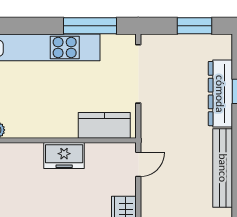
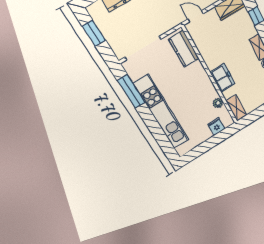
freezer: (64, 155) -> (223, 78), moved

